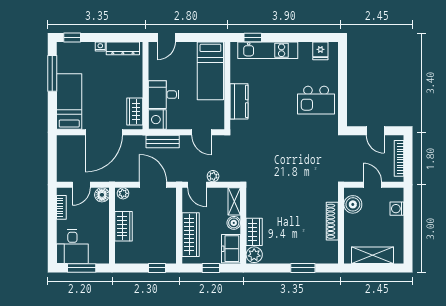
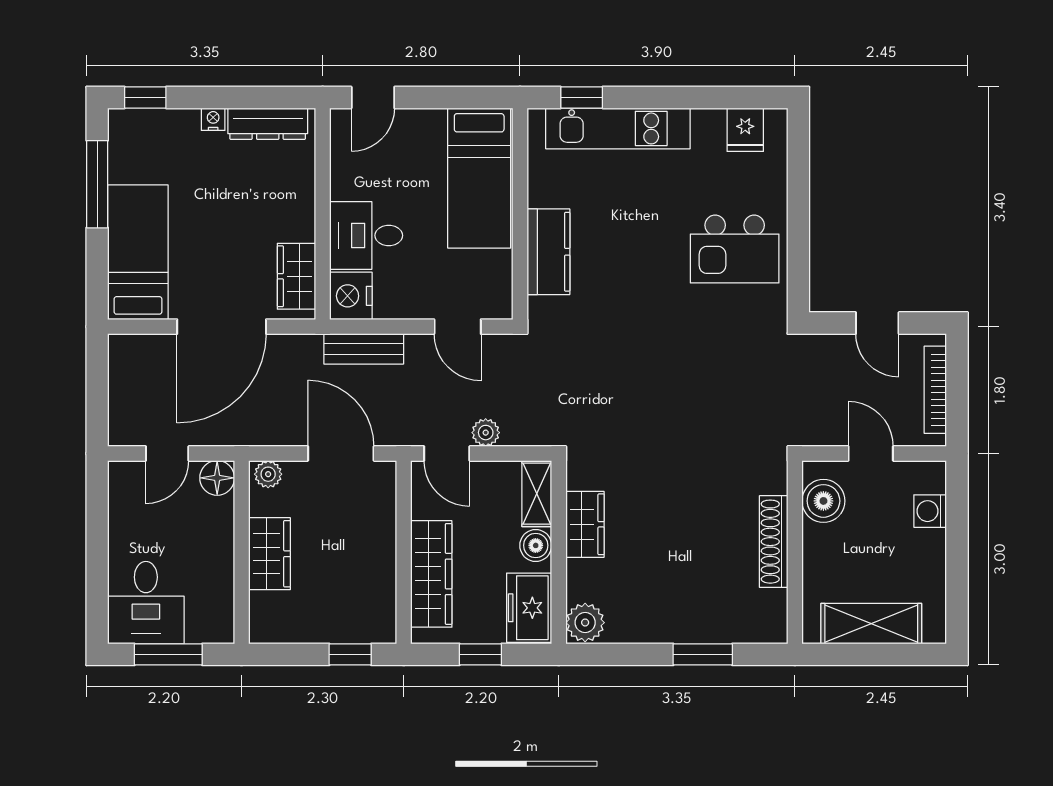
bookcase: (61, 207) -> (119, 508), removed
wardrobe: (254, 232) -> (585, 524), moved

